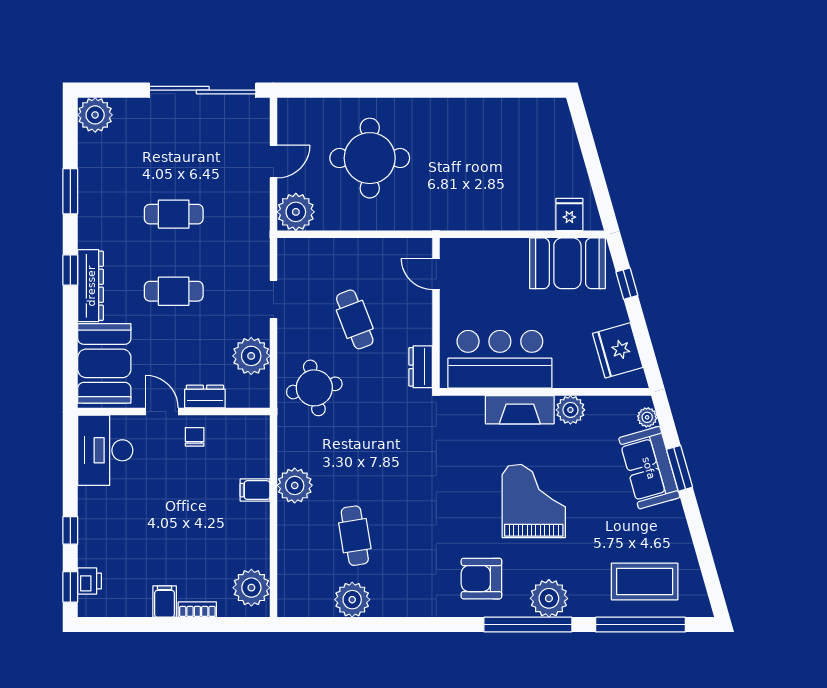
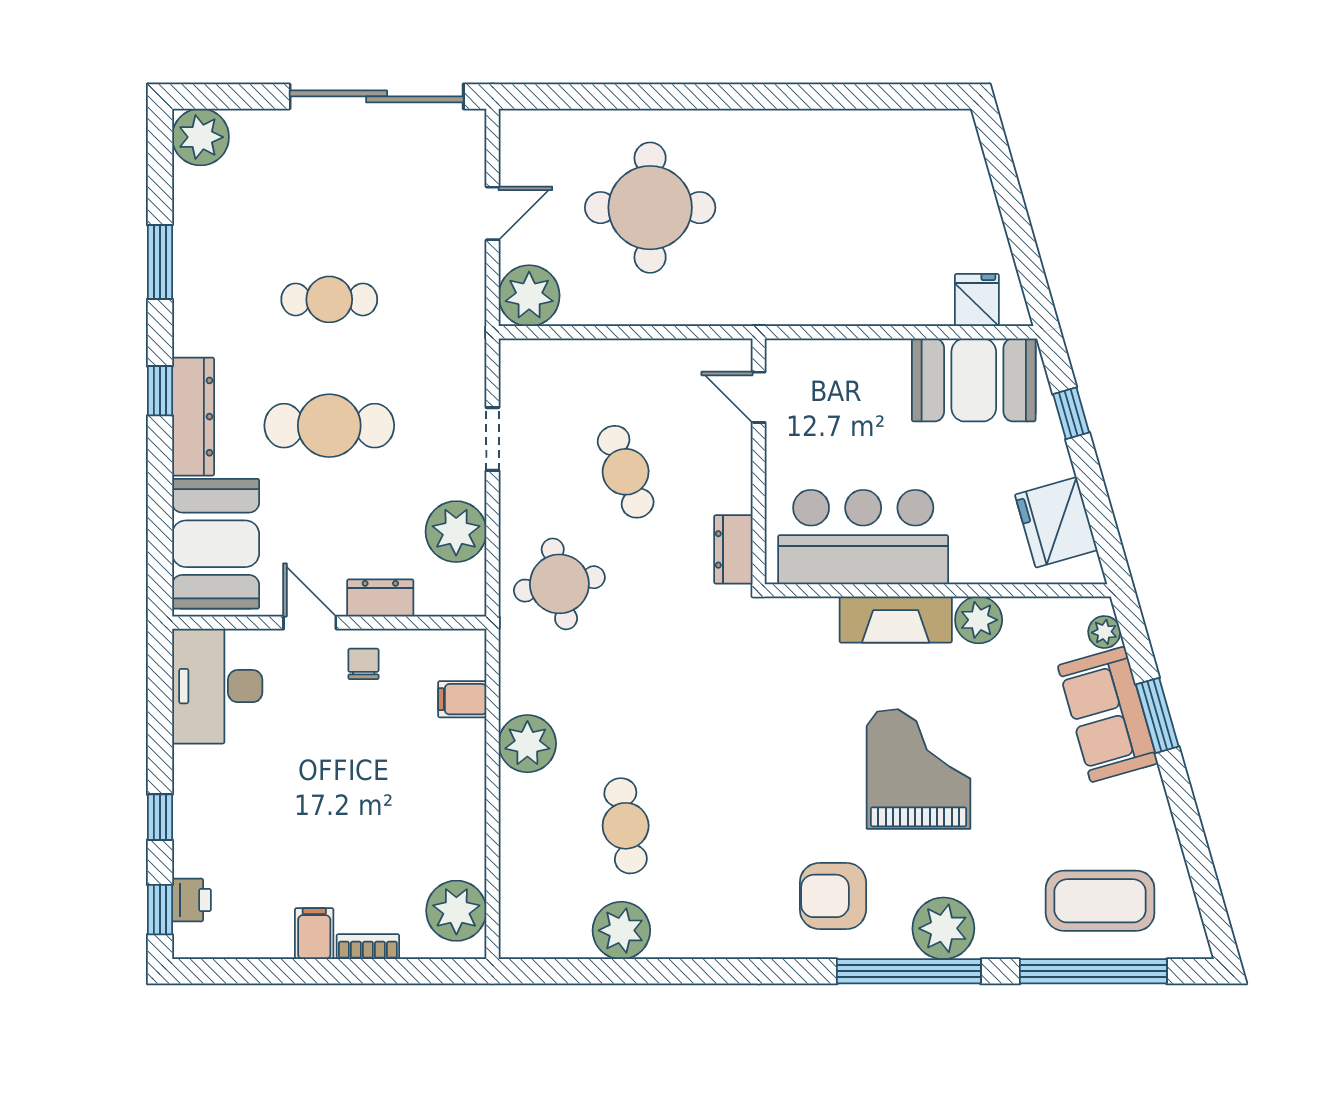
cafe table: (174, 291) -> (329, 426), width x1.37, depth x1.35
filing cabinet: (255, 490) -> (462, 699), moved

